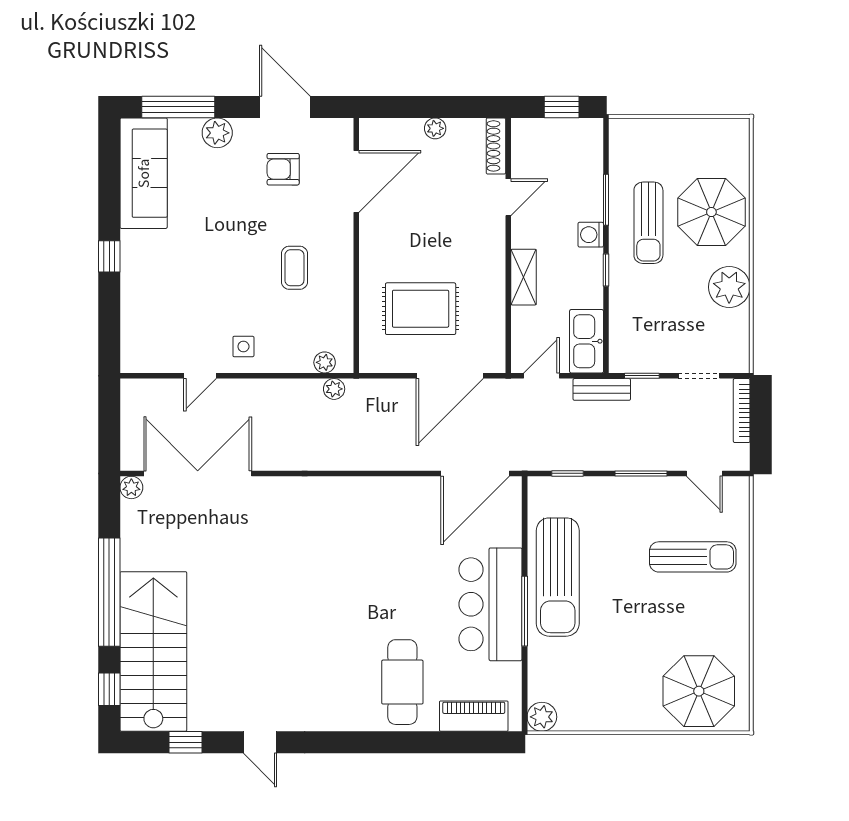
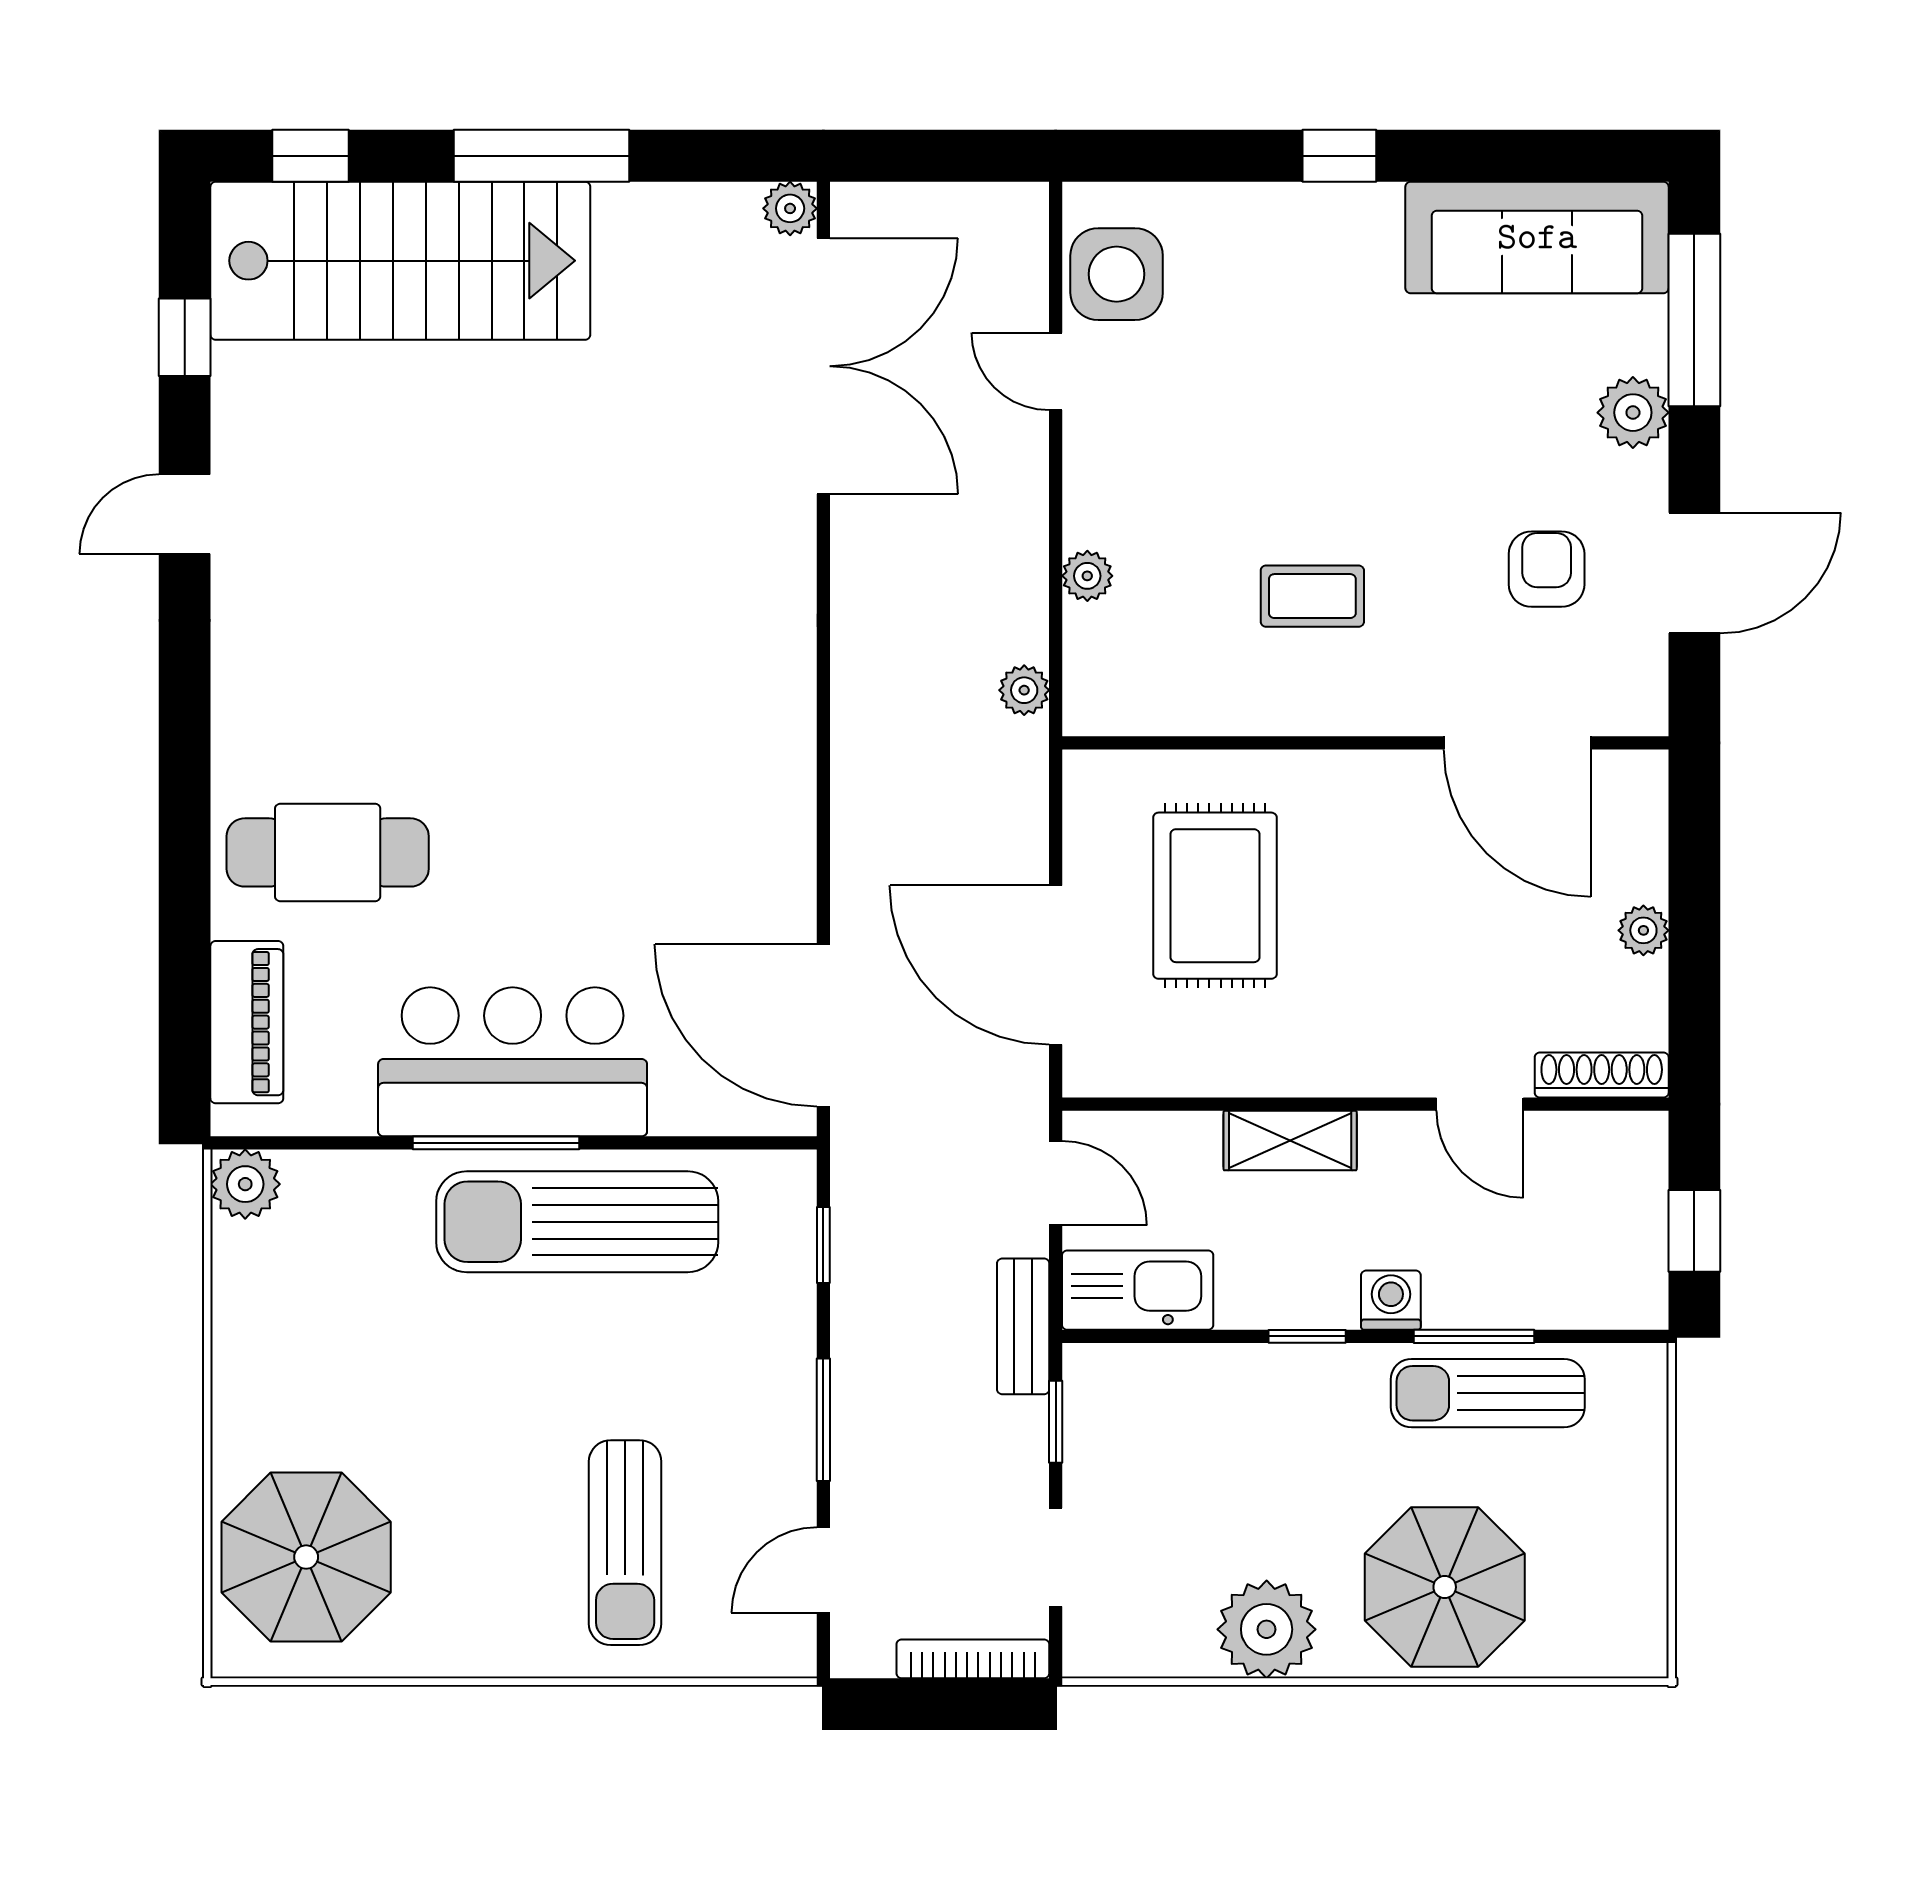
sun lounger: (648, 223) -> (1488, 1393), moved
side table: (243, 346) -> (1117, 274), moved, width x1.87, depth x1.87
plant: (325, 362) -> (1087, 576), moved
window: (109, 592) -> (541, 156), width x0.68

